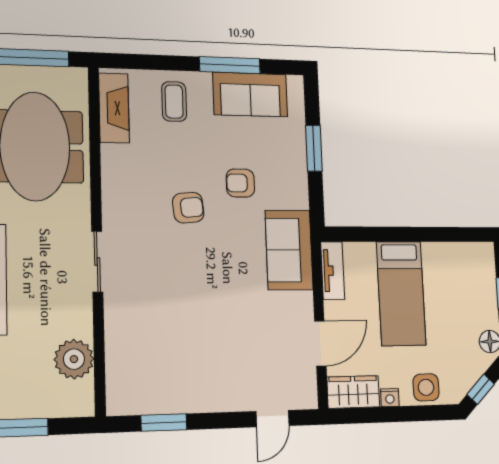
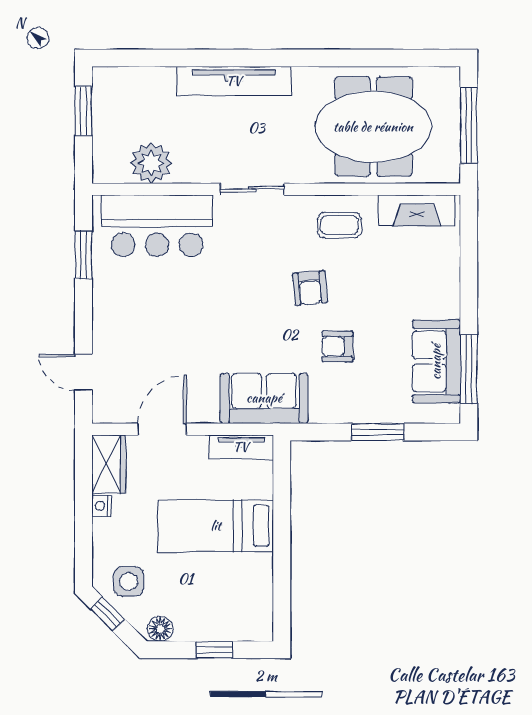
window: (230, 65) -> (469, 369), moved
coffee table: (174, 102) -> (339, 225), moved
armchair: (240, 183) -> (337, 347), turned -90
door: (320, 343) -> (162, 429), swing flipped
bar counter: (134, 352) -> (157, 226), added
side table: (426, 387) -> (129, 581), moved

